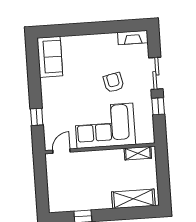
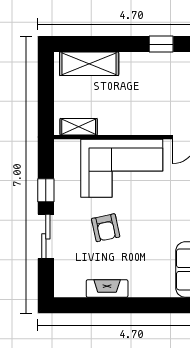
fireplace: (133, 37) -> (107, 289), moved

